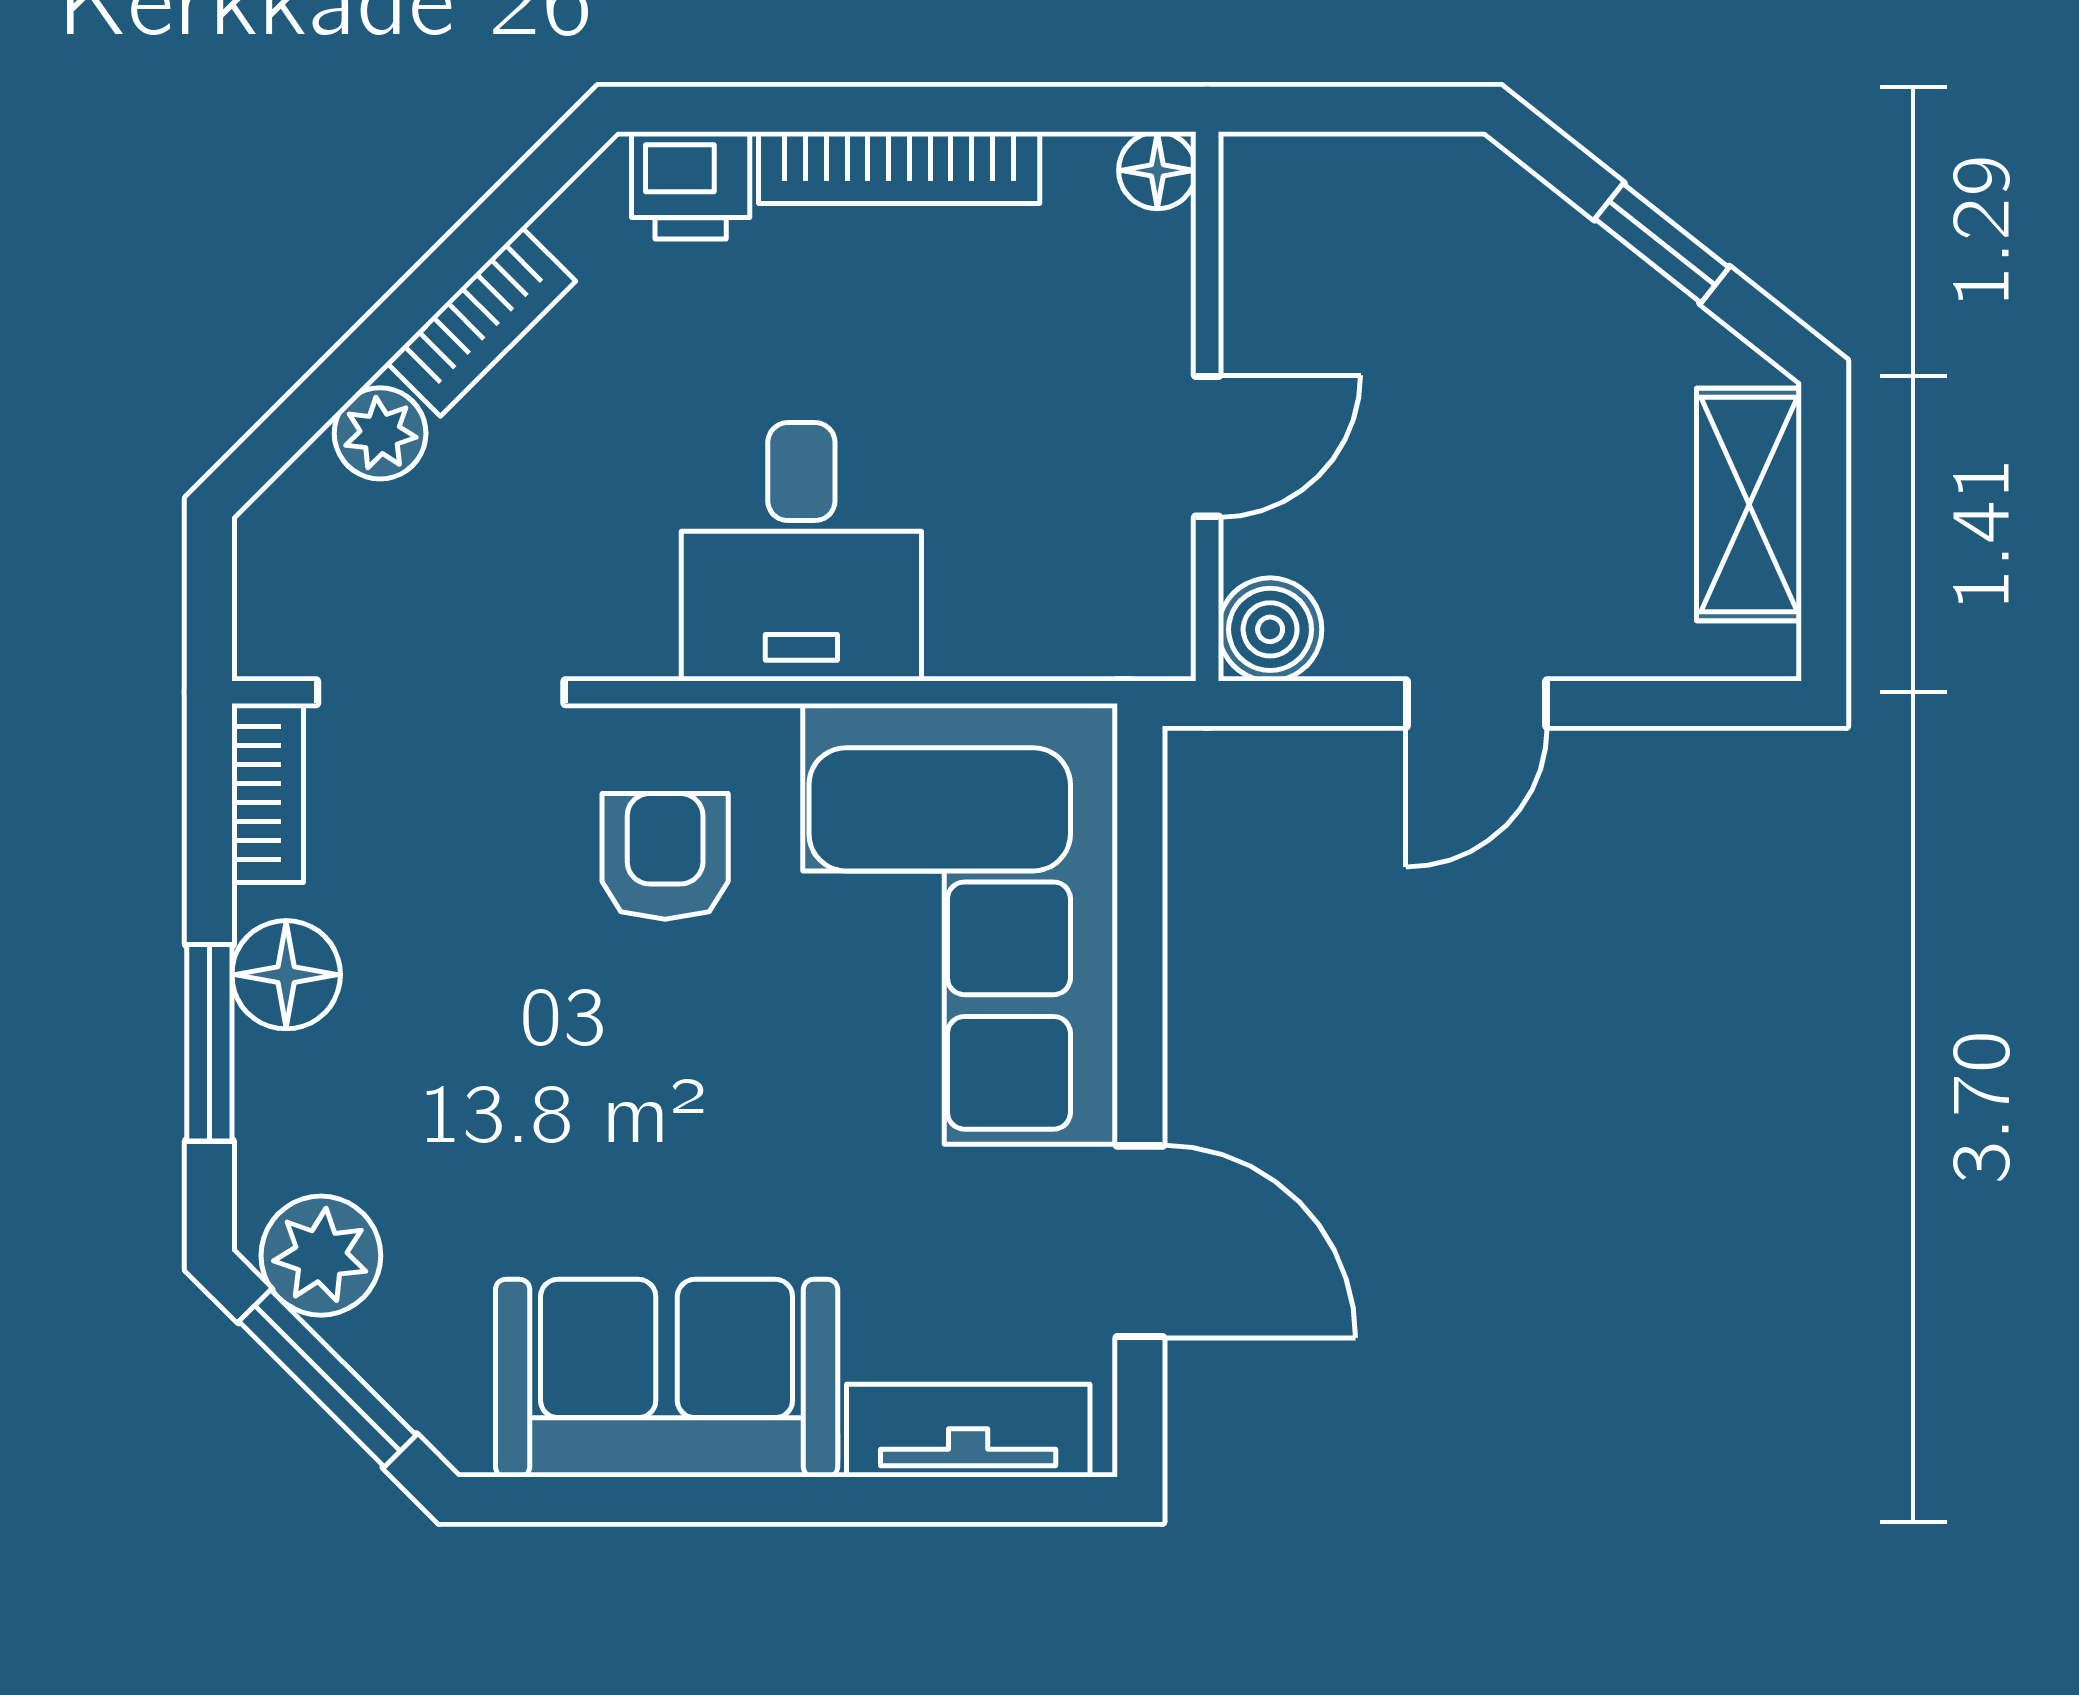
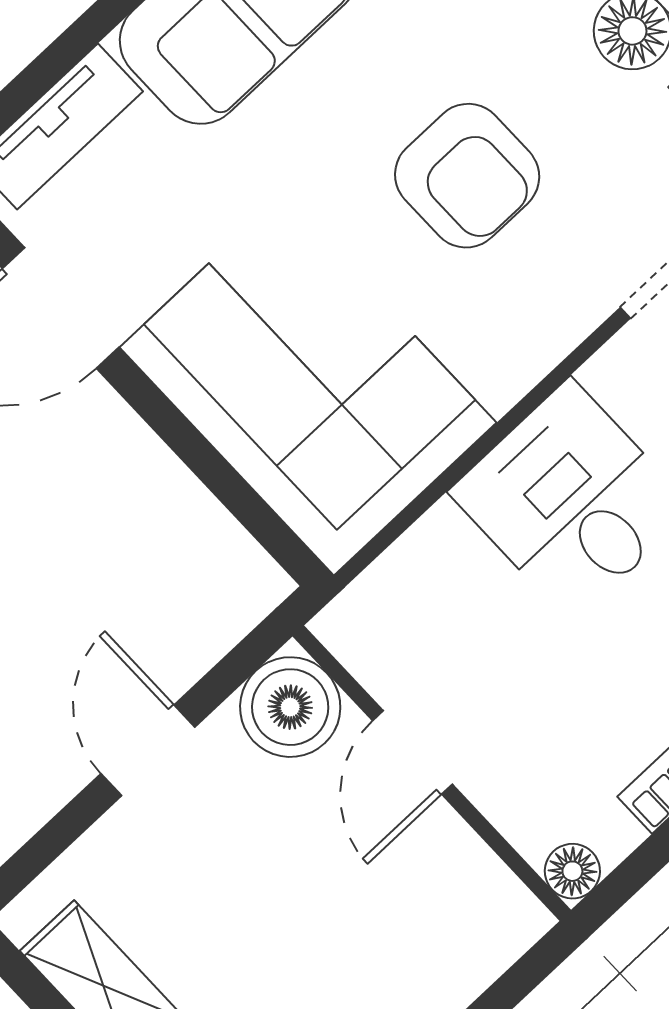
boiler: (1270, 629) -> (290, 707), width x1.36, depth x1.36
armchair: (665, 856) -> (467, 176), moved, width x1.38, depth x1.38

